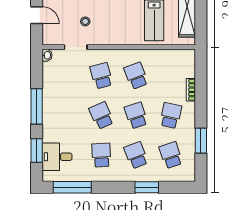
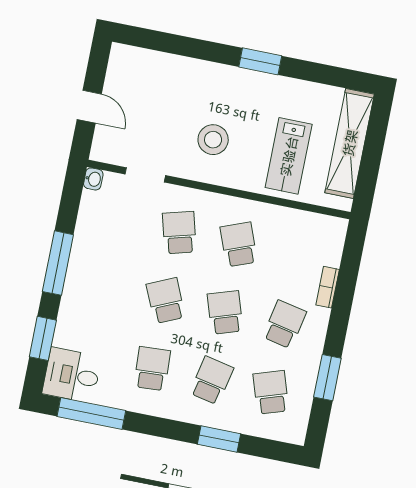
stool: (85, 21) -> (213, 140), moved, width x1.89, depth x1.89
school desk: (136, 155) -> (212, 380), turned 33
desk: (57, 157) -> (72, 375), moved

